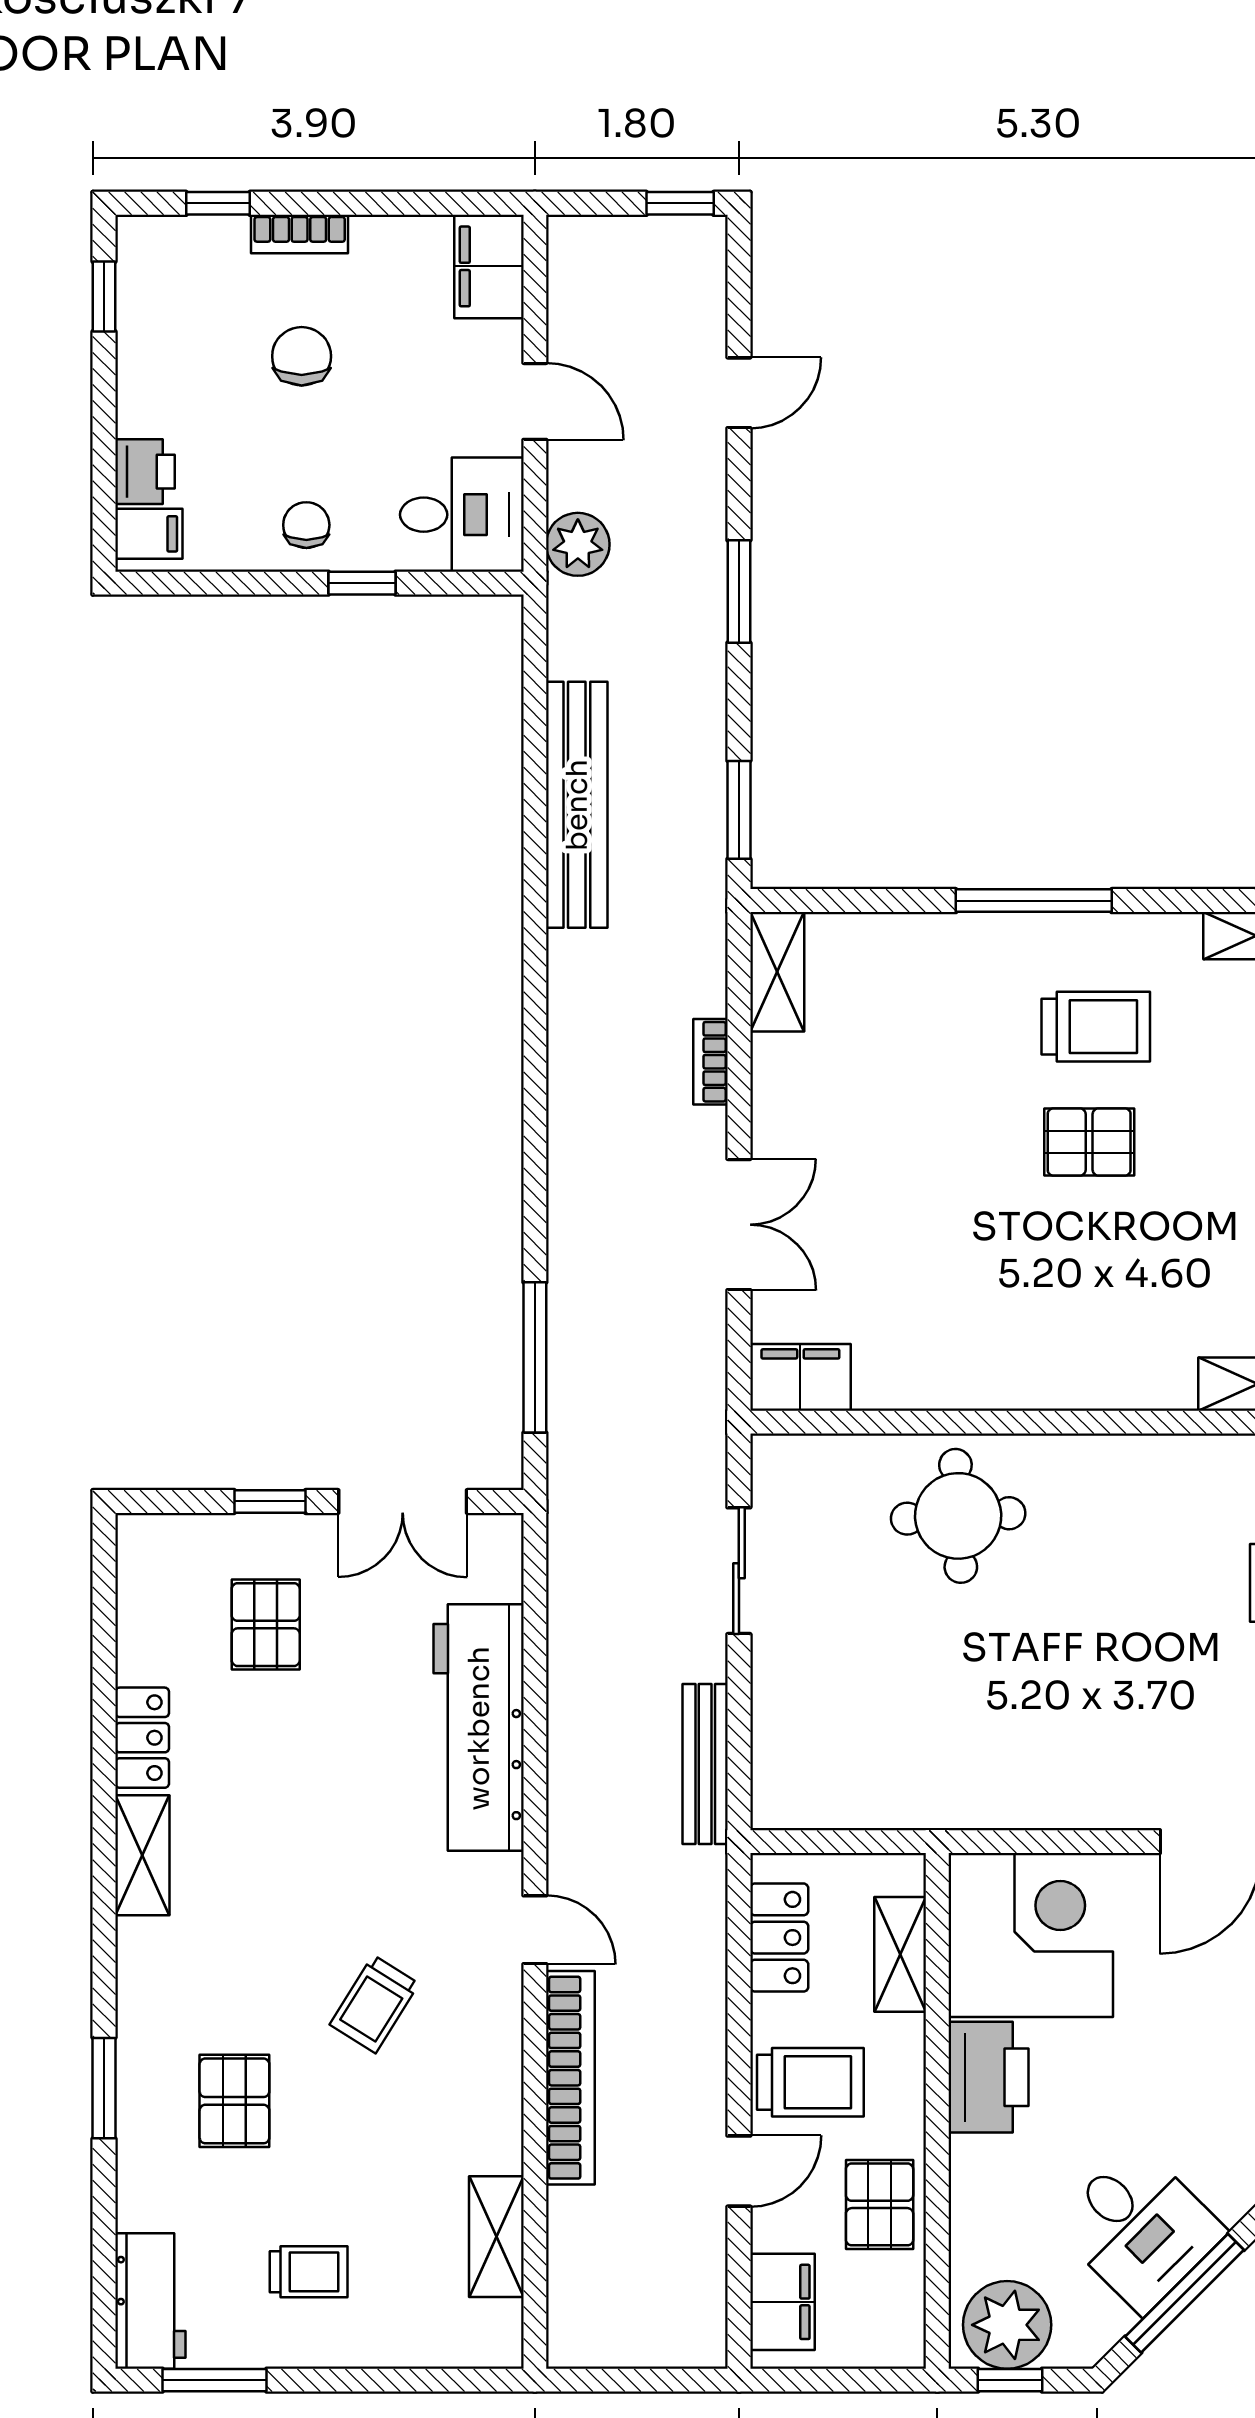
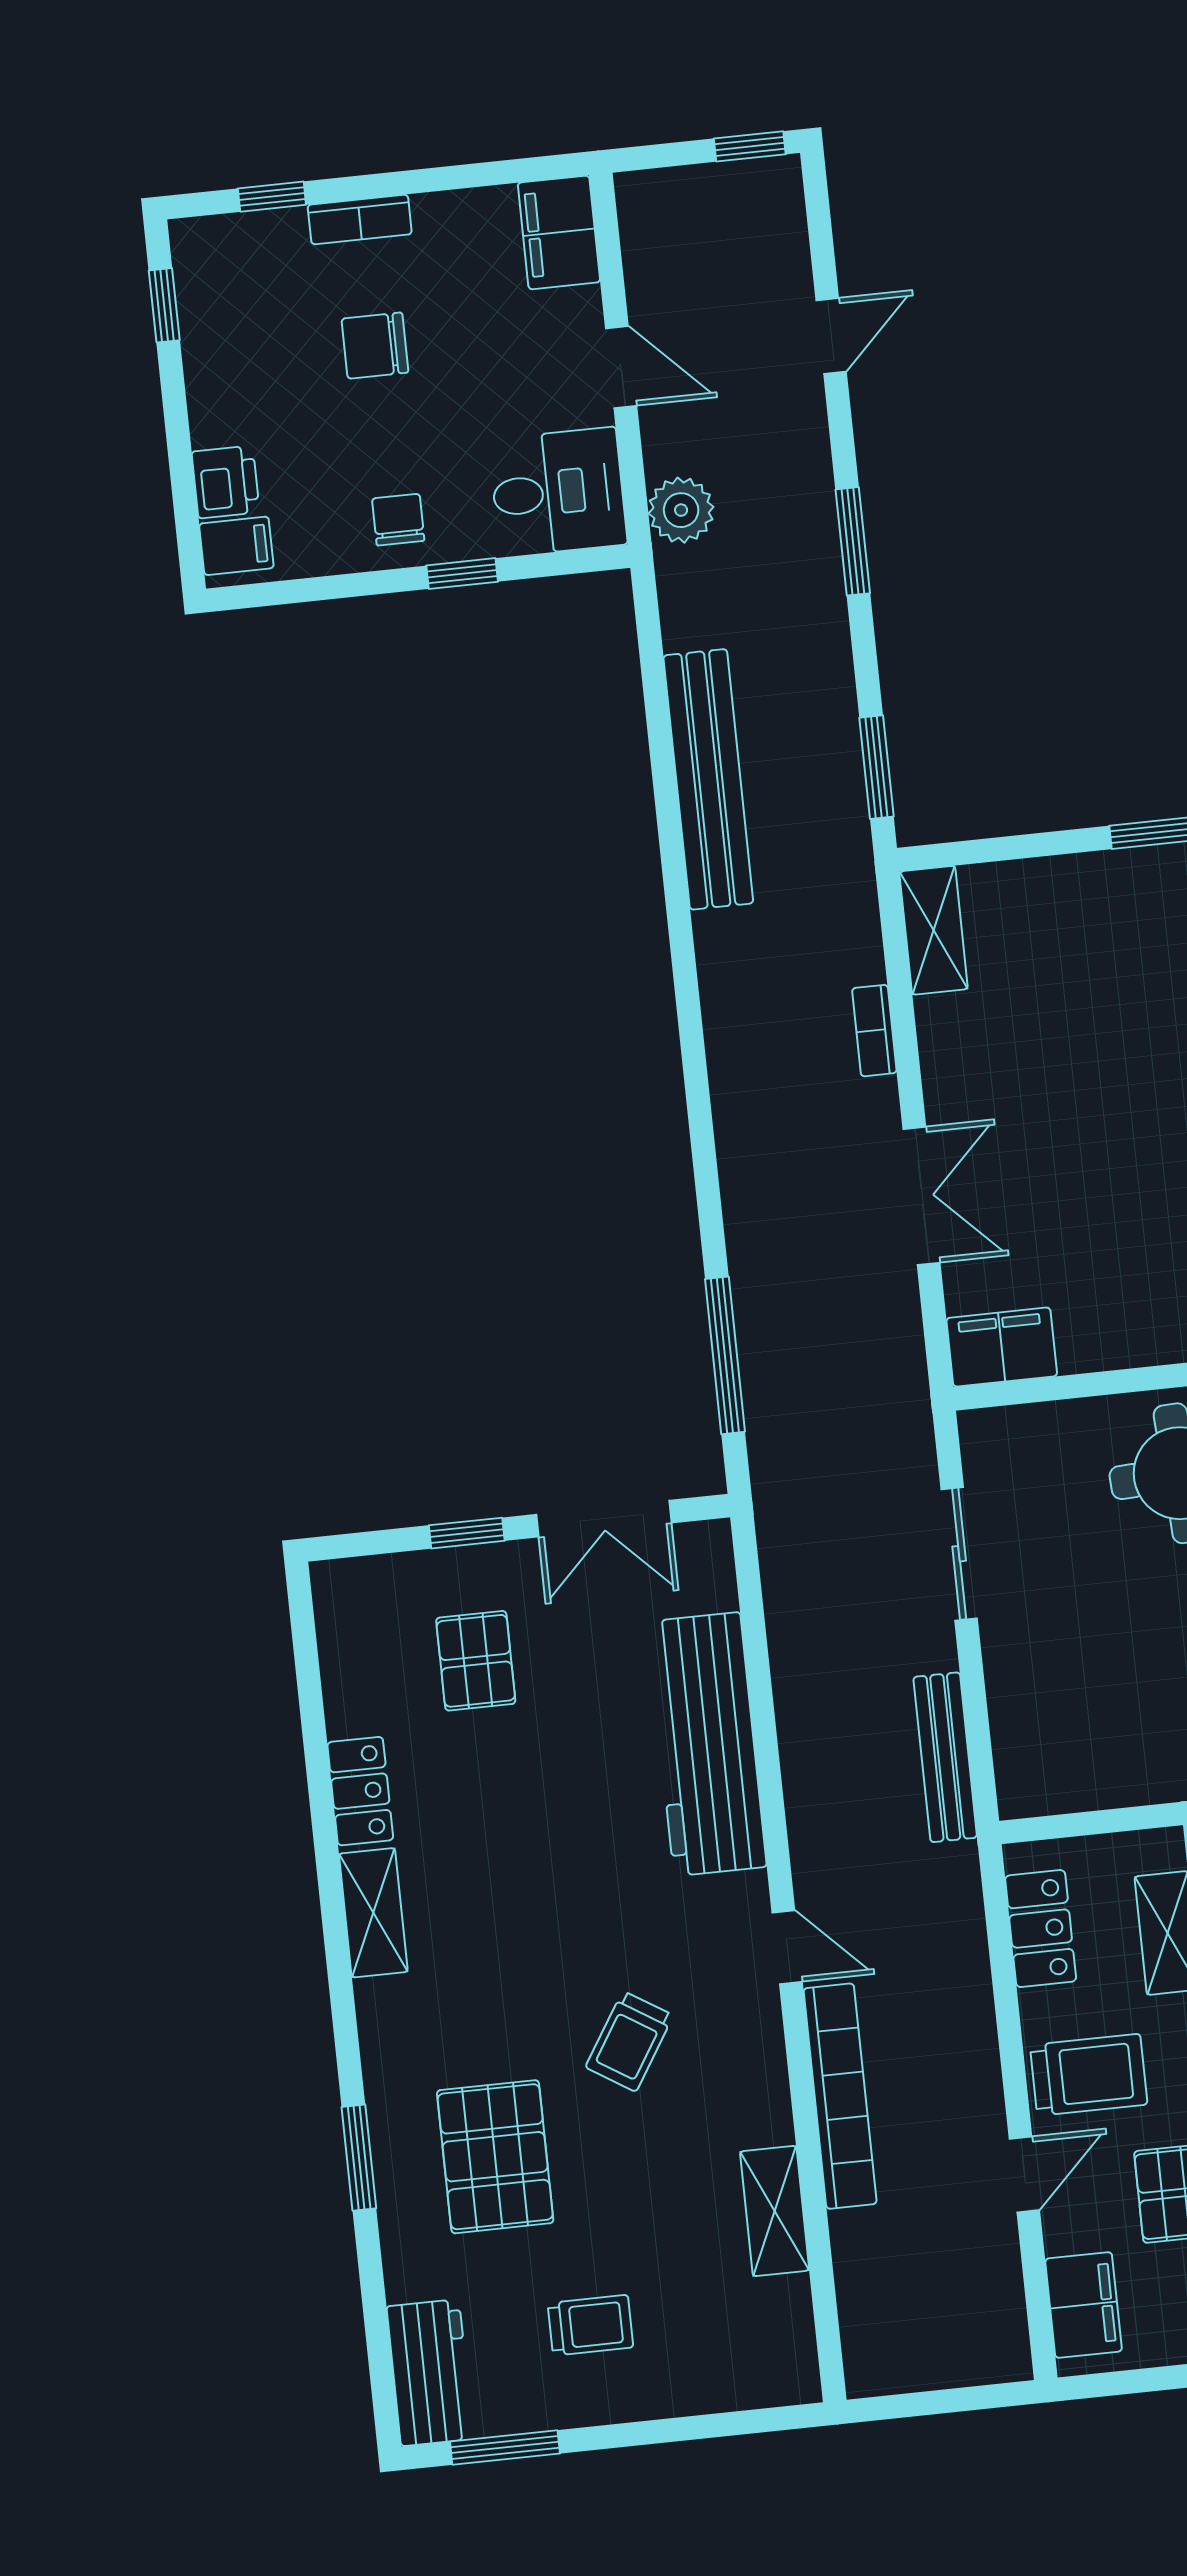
chair: (302, 356) -> (375, 346), turned -90
pallet: (234, 2101) -> (495, 2157), width x1.50, depth x1.42
shelving: (496, 2237) -> (775, 2211), moved

